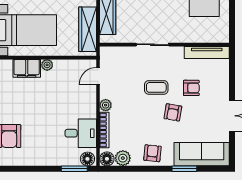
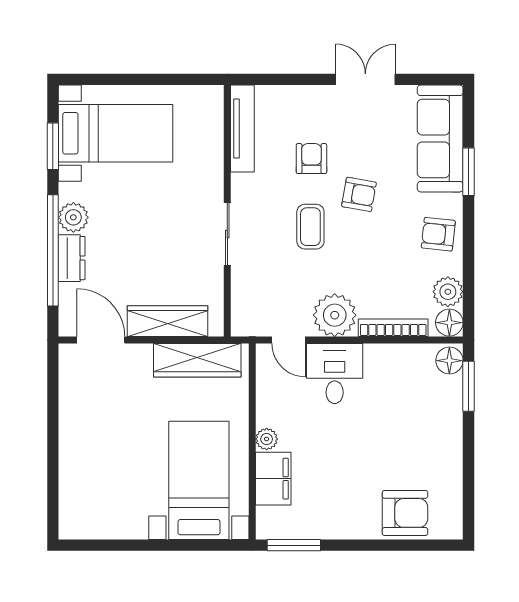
plant: (106, 105) -> (335, 315), width x1.87, depth x1.87
desk: (81, 133) -> (335, 374), moved

